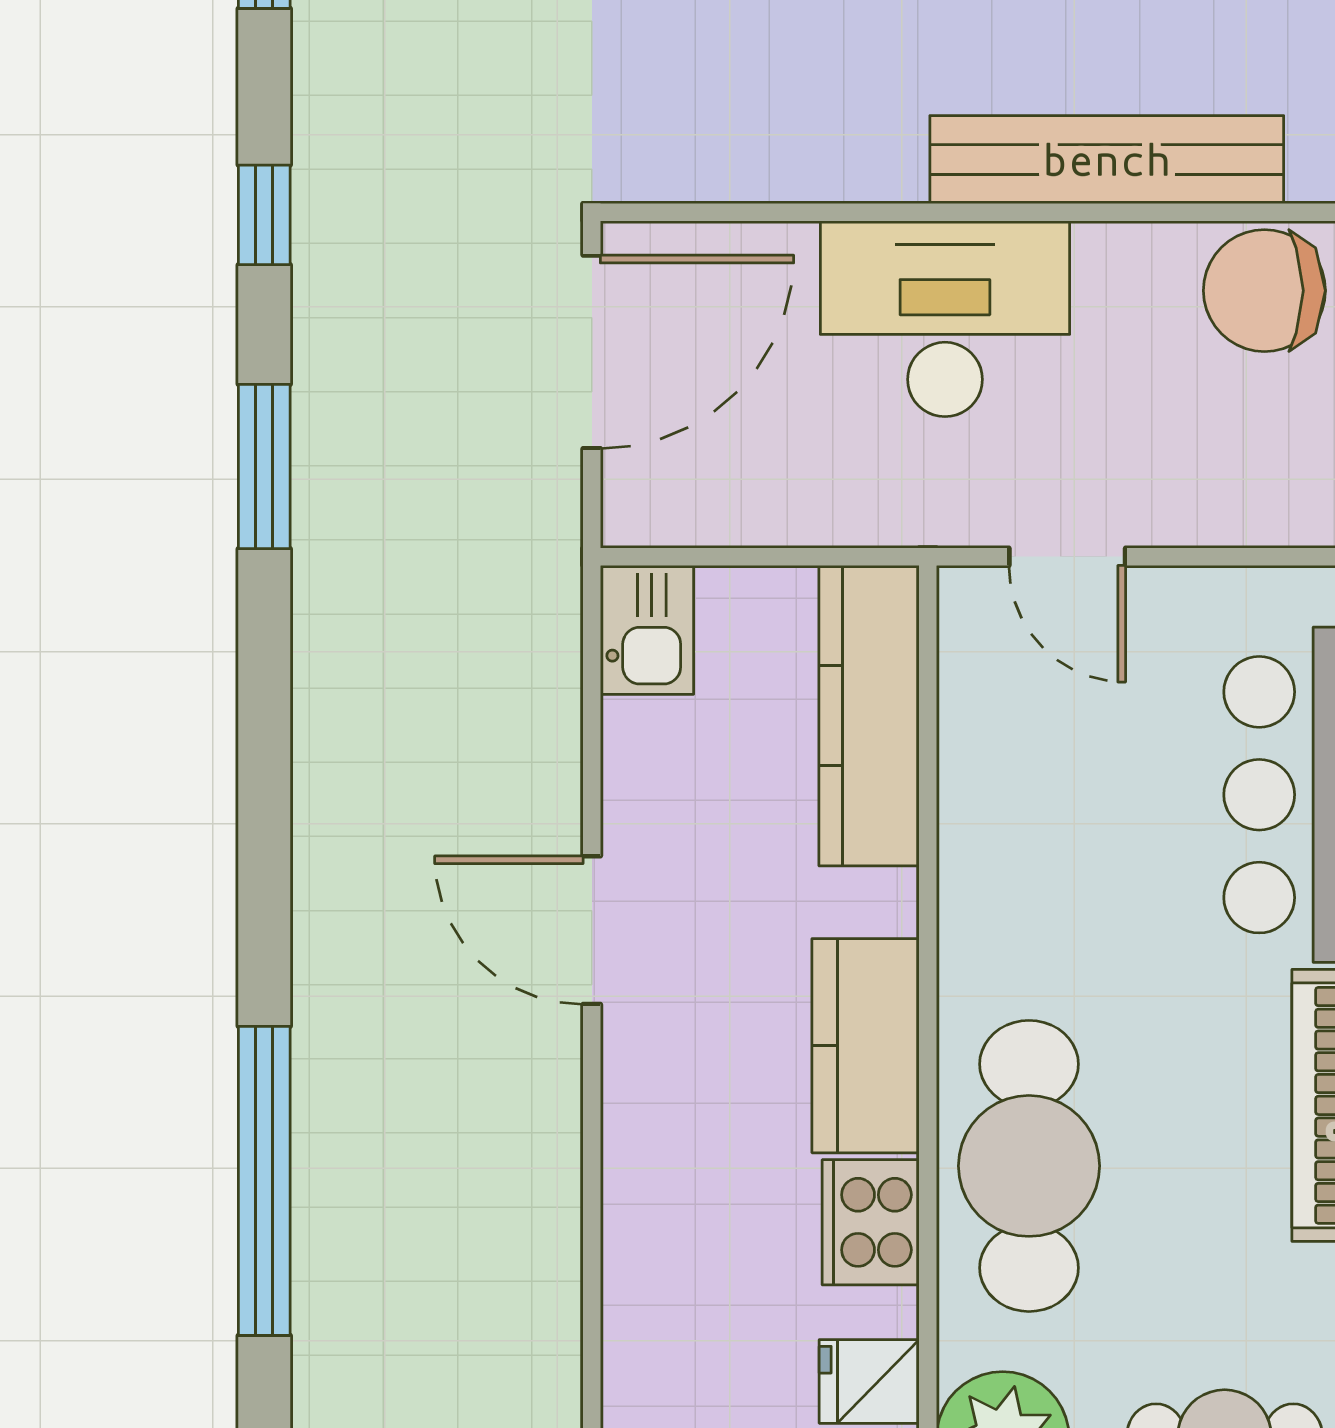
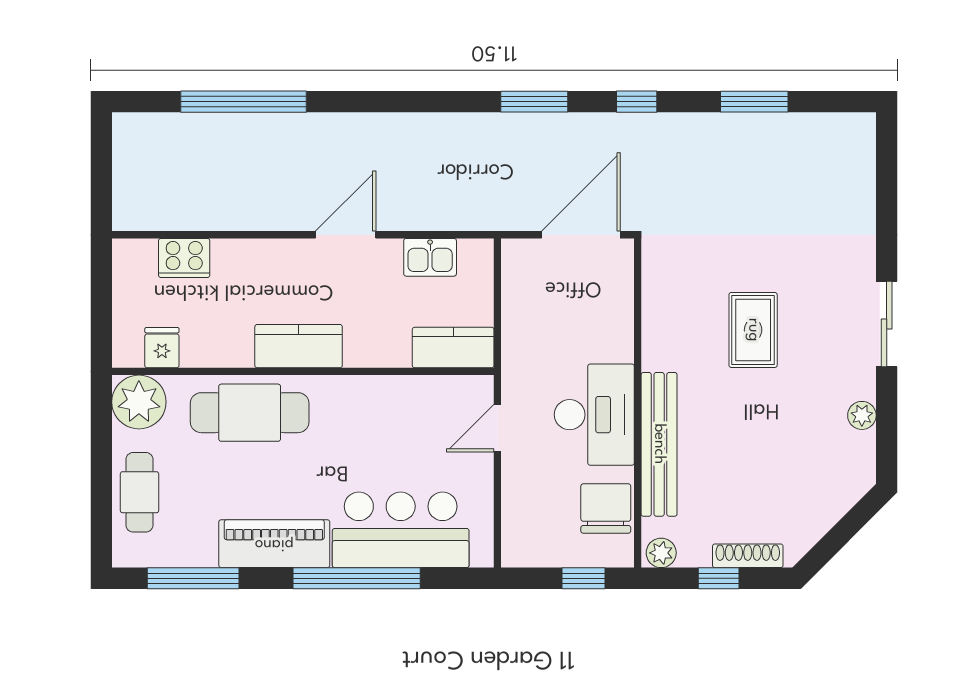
desk: (945, 319) -> (594, 415), moved
door: (592, 352) -> (581, 235), swing flipped
kitchen sink: (647, 630) -> (430, 257), moved
kitchen counter: (869, 716) -> (453, 348), width x0.67
cooker: (871, 1222) -> (184, 258), moved, turned 180

